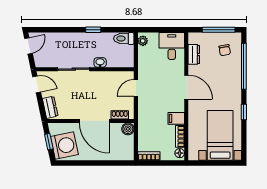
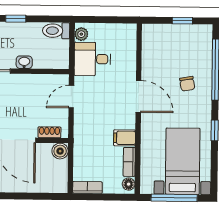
window: (219, 30) -> (182, 21), width x0.46
desk: (172, 46) -> (92, 59), moved, turned -90
chair: (225, 50) -> (187, 84), moved
dresser: (194, 54) -> (149, 53), removed
window: (214, 163) -> (174, 198), added

